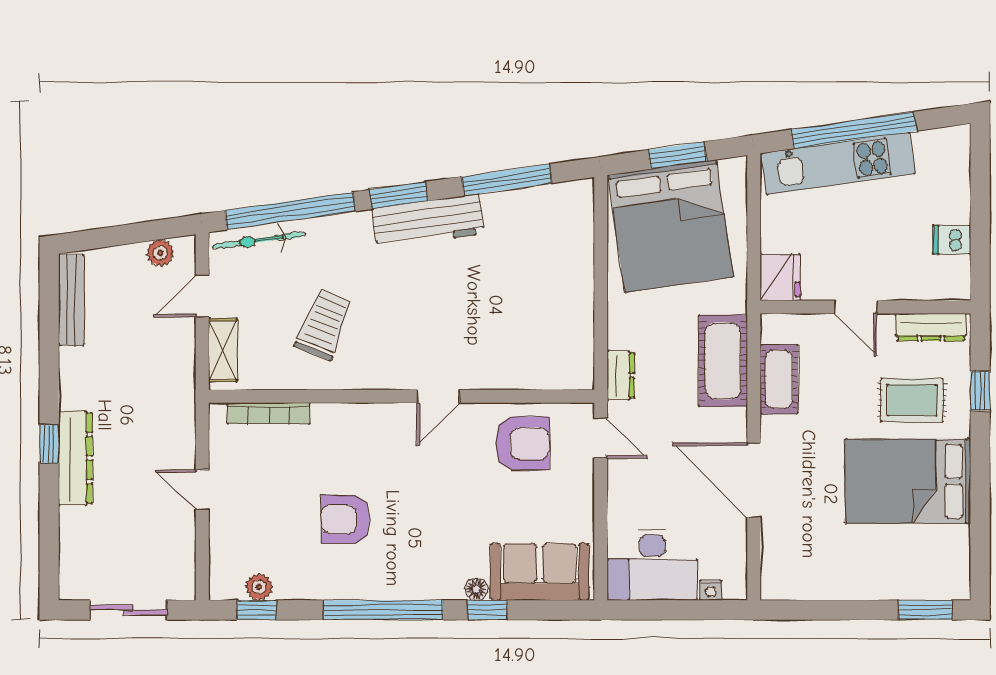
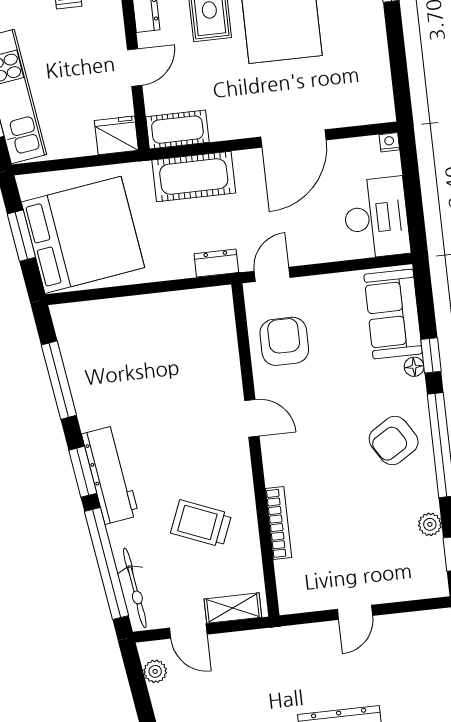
workbench: (428, 221) -> (110, 475), moved
cot: (779, 379) -> (177, 130), moved
bookcase: (269, 413) -> (278, 523), moved
armchair: (345, 519) -> (394, 441), moved, turned 58
plant: (259, 587) -> (430, 524), moved
nightstand: (711, 590) -> (389, 142), moved, turned -90

